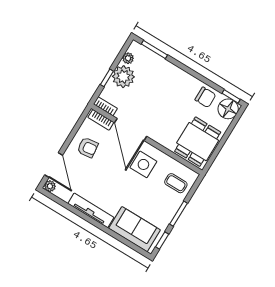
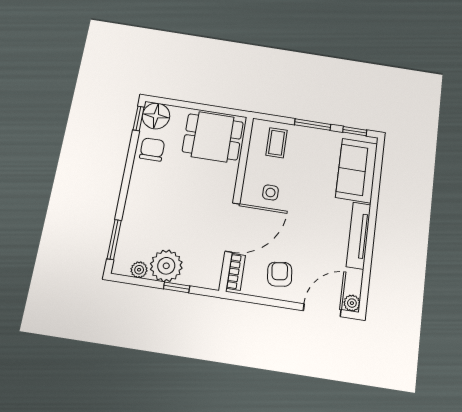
bookcase: (105, 106) -> (215, 273), removed
side table: (143, 164) -> (270, 193), width x0.54, depth x0.54

